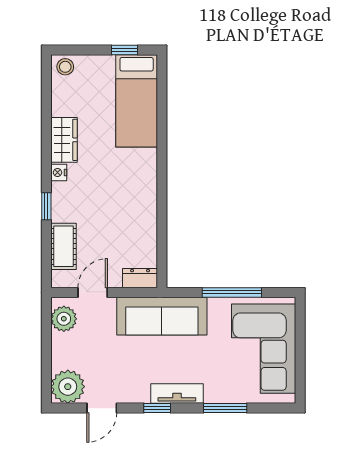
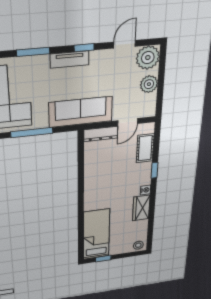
dresser: (140, 278) -> (101, 134), width x1.44
plant: (64, 319) -> (149, 84), moved

